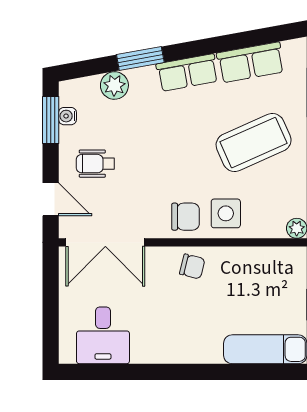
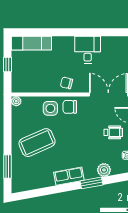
row of seats: (251, 62) -> (38, 181), removed
desk: (103, 335) -> (88, 50), moved

